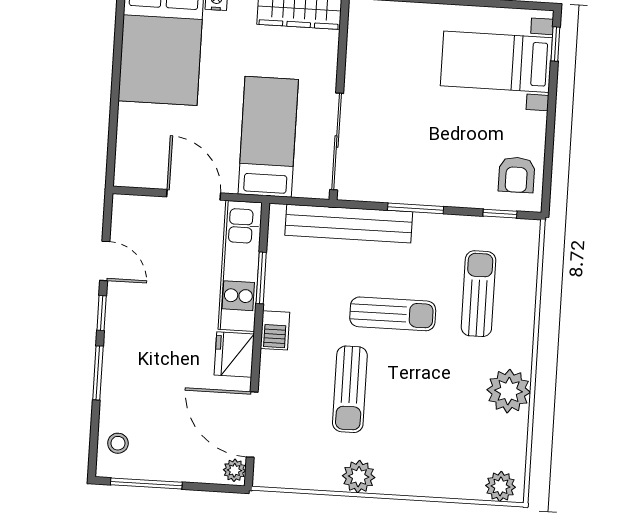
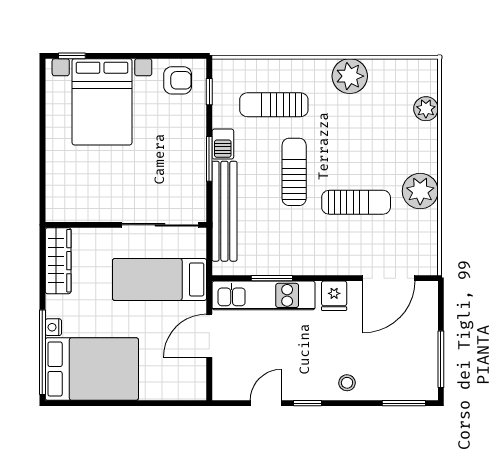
bed with nightstands: (496, 62) -> (102, 102), width x1.36
barbecue: (275, 330) -> (223, 144), moved, turned 90
fridge: (234, 354) -> (334, 296), width x0.72
window: (98, 373) -> (404, 403), moved
stool: (118, 443) -> (347, 383), moved
plant: (234, 470) -> (426, 290), removed
plant: (359, 477) -> (420, 191), width x1.36, depth x1.36
plant: (501, 486) -> (426, 109), moved

